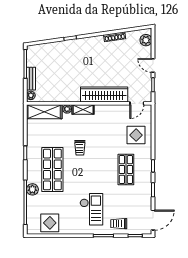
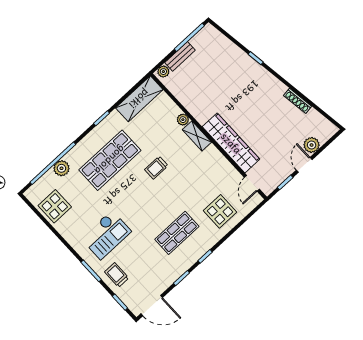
plant: (146, 40) -> (312, 145), moved
door: (137, 103) -> (252, 183), hinge flipped
shelving: (44, 112) -> (139, 99), moved, turned 90
plant: (32, 189) -> (61, 168), moved

